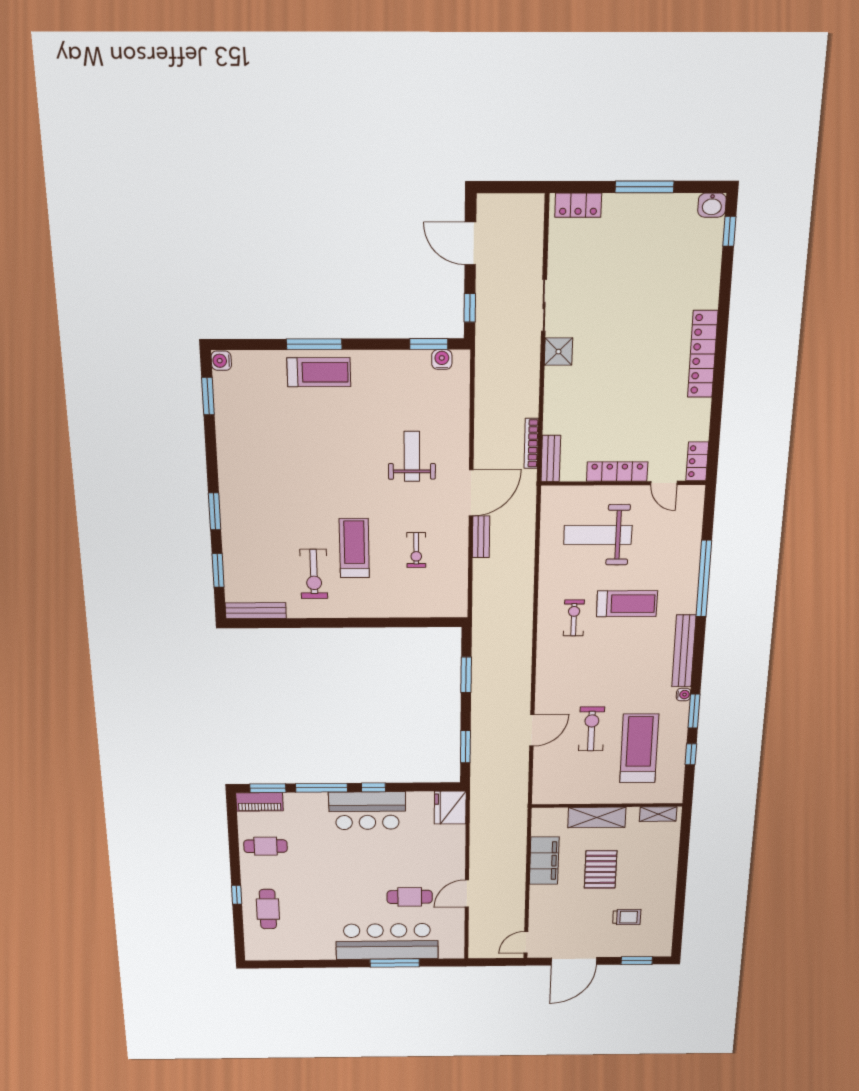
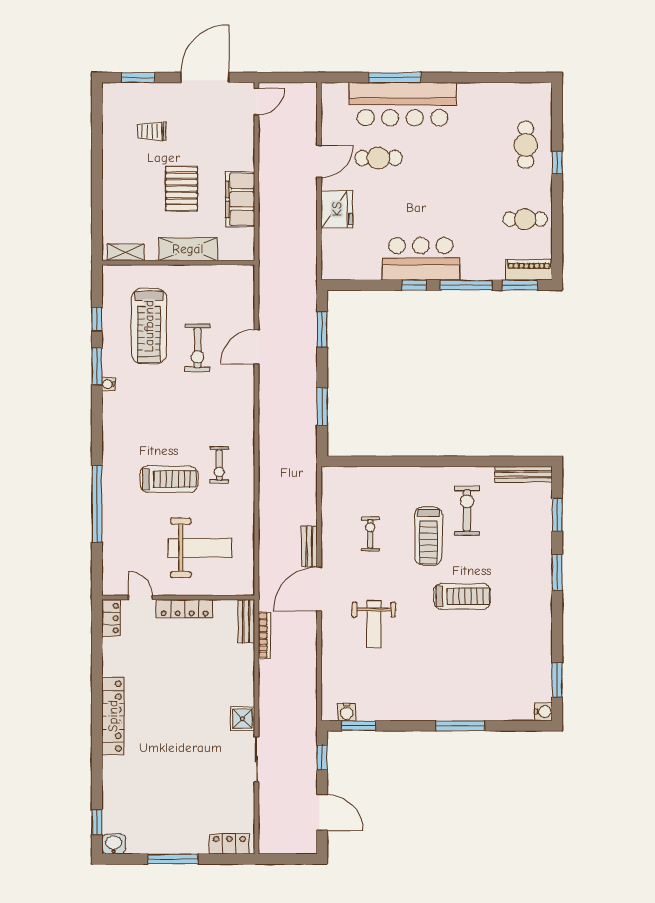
treadmill: (319, 372) -> (462, 596), moved, turned 180
treadmill: (627, 604) -> (169, 479), turned 180
bench: (684, 651) -> (111, 430), removed
fridge: (450, 808) -> (337, 209), moved

